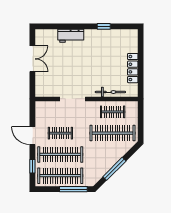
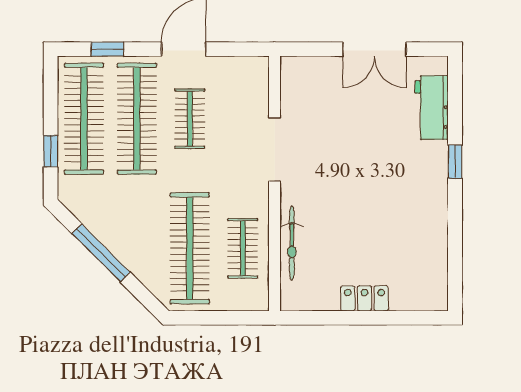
window: (104, 26) -> (455, 162), moved
workbench: (71, 36) -> (432, 108), moved
locker: (133, 68) -> (364, 298), width x0.66
window: (73, 189) -> (51, 151), width x0.46

